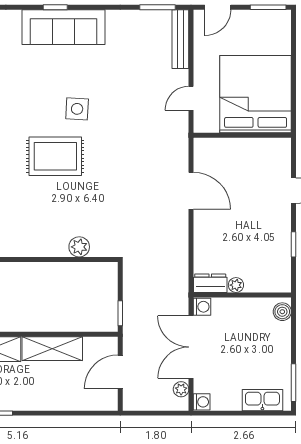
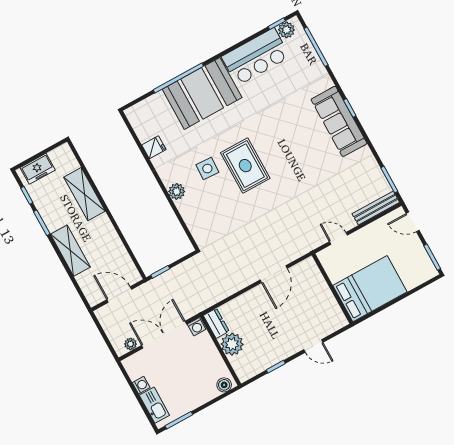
bed: (256, 94) -> (370, 289), width x0.73
side table: (77, 109) -> (207, 169), moved
plant: (79, 247) -> (177, 191), moved
plant: (236, 285) -> (232, 344), width x1.87, depth x1.87
shelving: (52, 349) -> (70, 251), moved
washing machine: (202, 402) -> (141, 385), moved, turned -90

